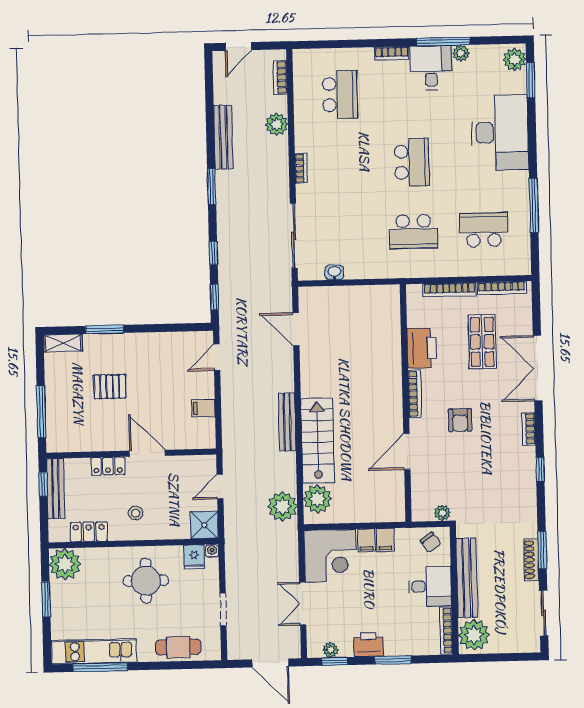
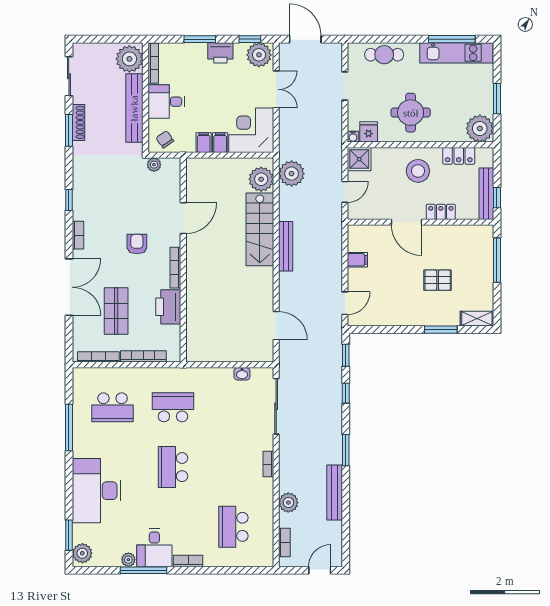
stool: (136, 513) -> (418, 171), width x1.89, depth x1.89
plant: (330, 650) -> (259, 55), width x1.88, depth x1.88

